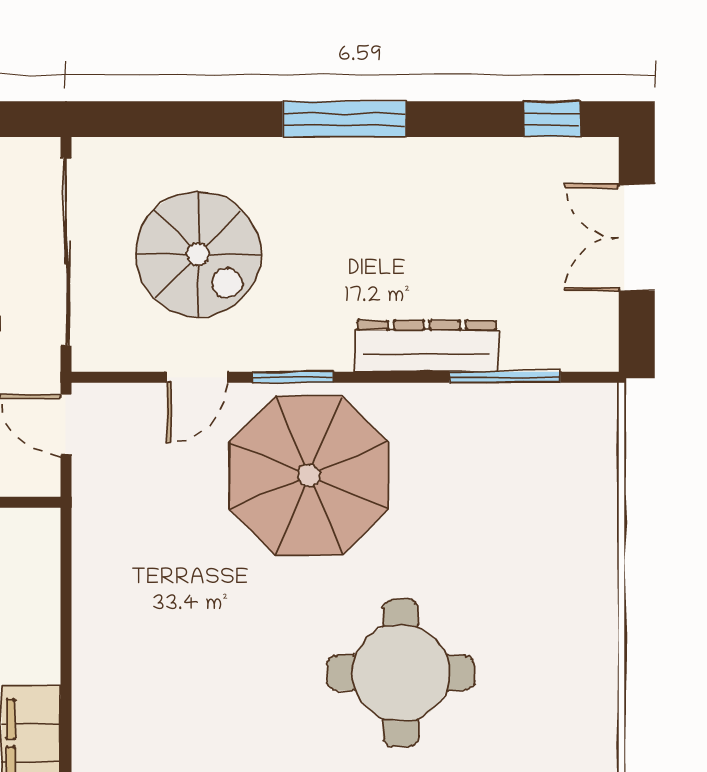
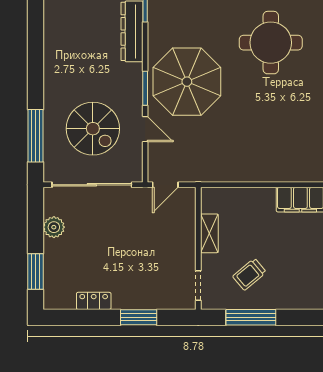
window: (344, 119) -> (36, 136), moved
spiral stairs: (198, 254) -> (93, 129), turned 90

